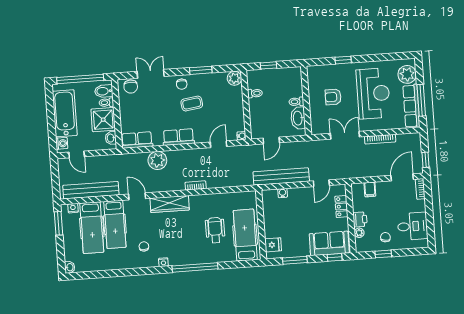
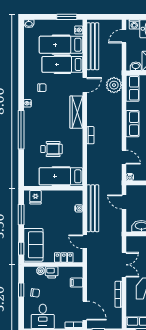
plant: (157, 160) -> (114, 85), moved
hospital bed: (245, 235) -> (61, 176), moved, turned 180

